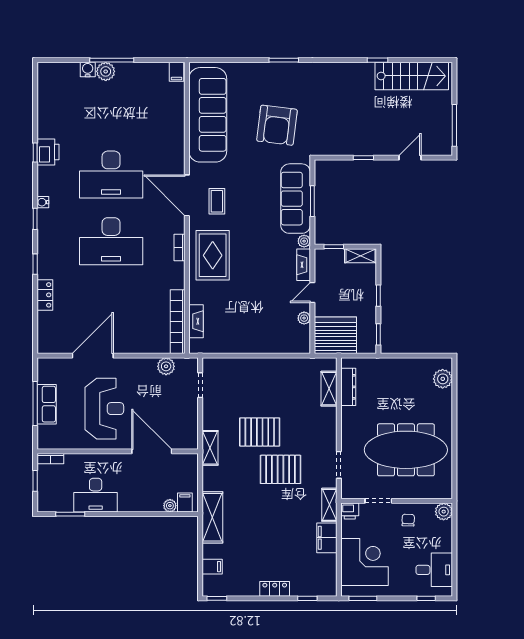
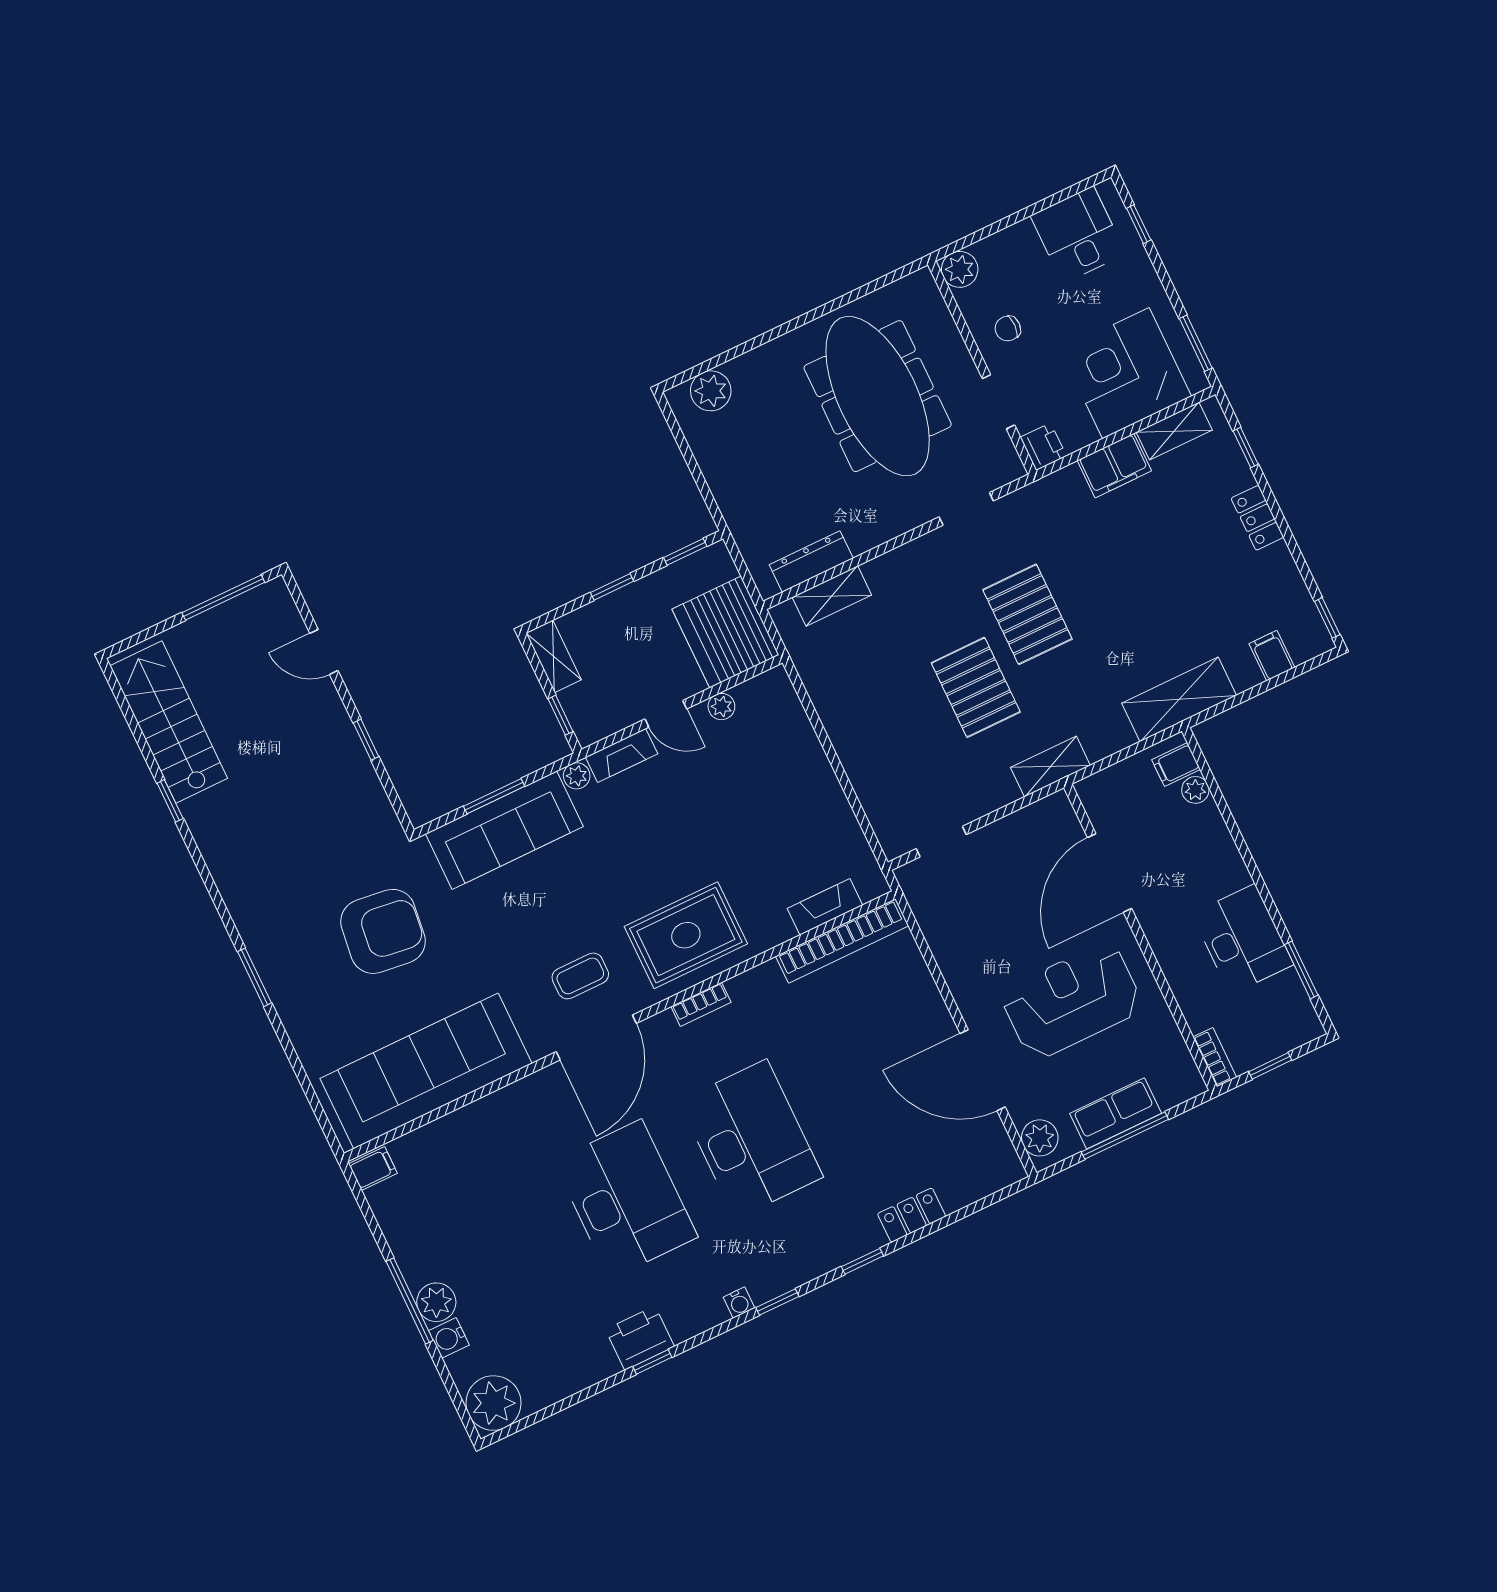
plant: (50, 75) -> (494, 1403), added
plant: (166, 366) -> (1040, 1138), moved
shelving: (329, 505) -> (1174, 431), moved

